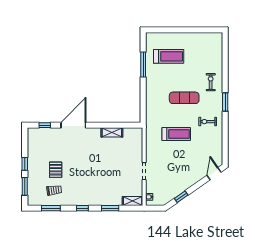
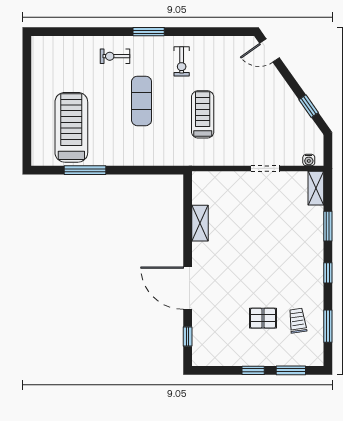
treadmill: (169, 56) -> (71, 127), width x1.37, depth x1.38

